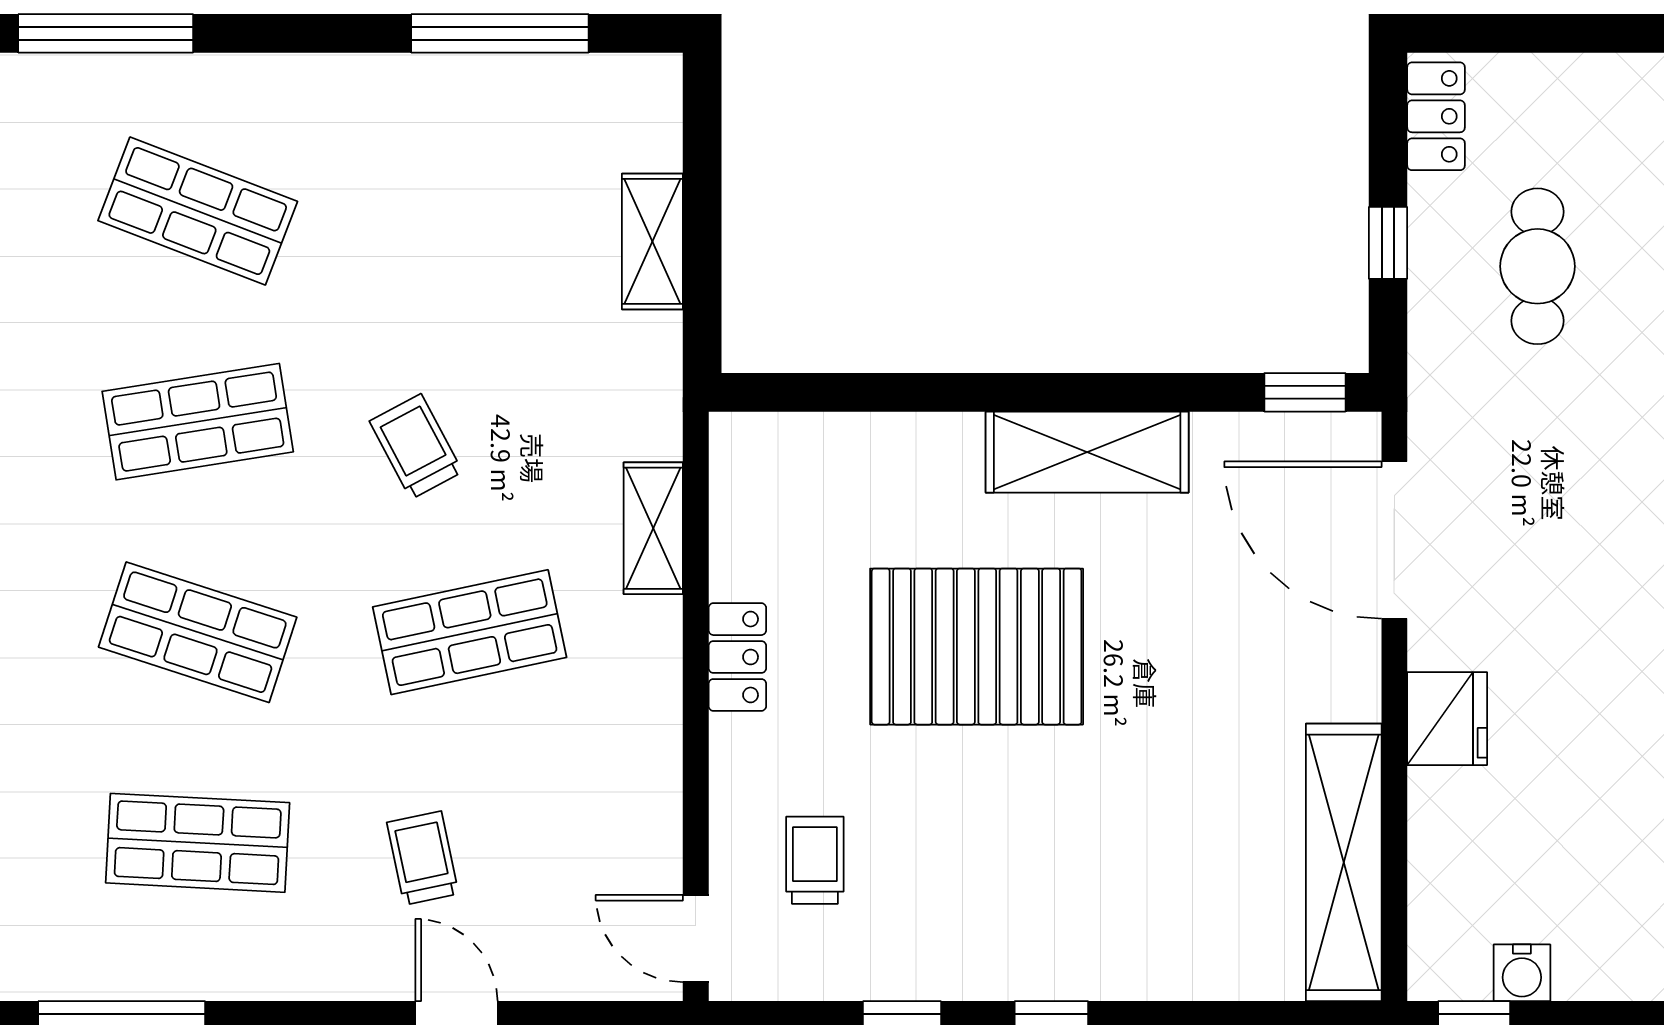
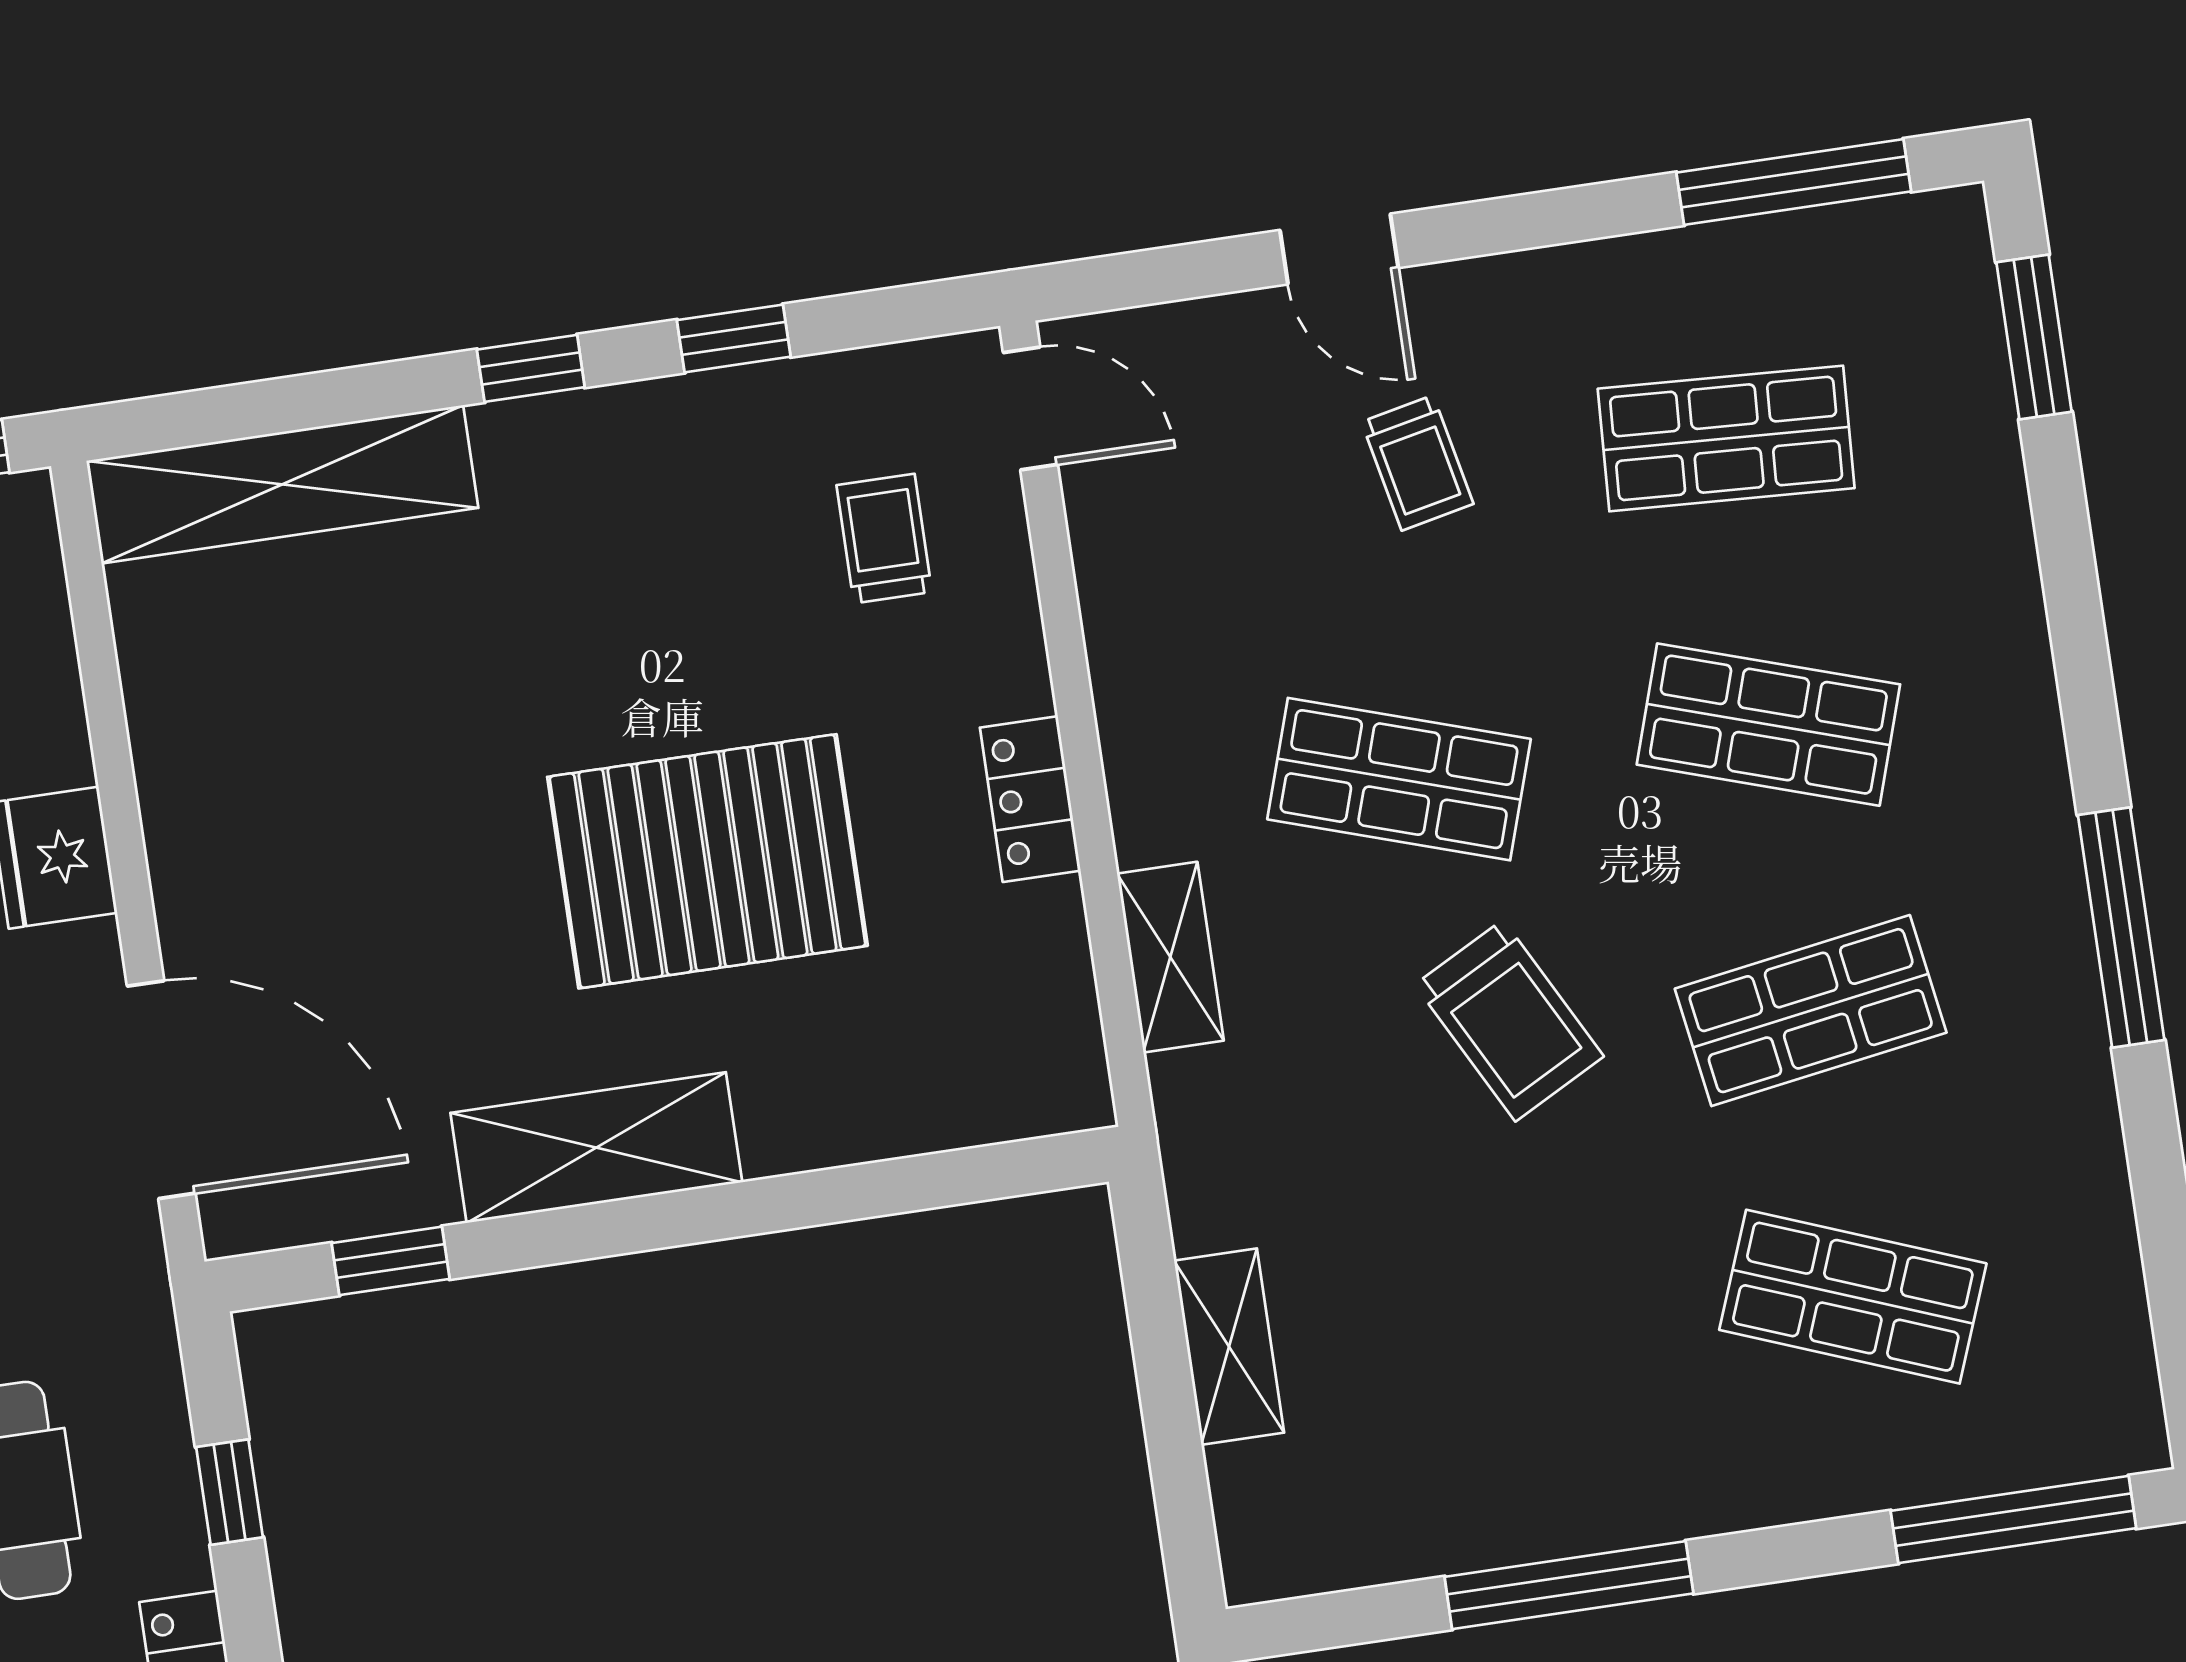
window: (500, 33) -> (1569, 1585), moved
window: (1305, 392) -> (391, 1261), moved
trolley: (416, 447) -> (1509, 1021), width x1.36, depth x1.39
shop shelf: (470, 632) -> (1399, 779), turned 30
trolley: (815, 860) -> (884, 539), turned 180
shelving: (1344, 862) -> (282, 484), moved, turned 90

